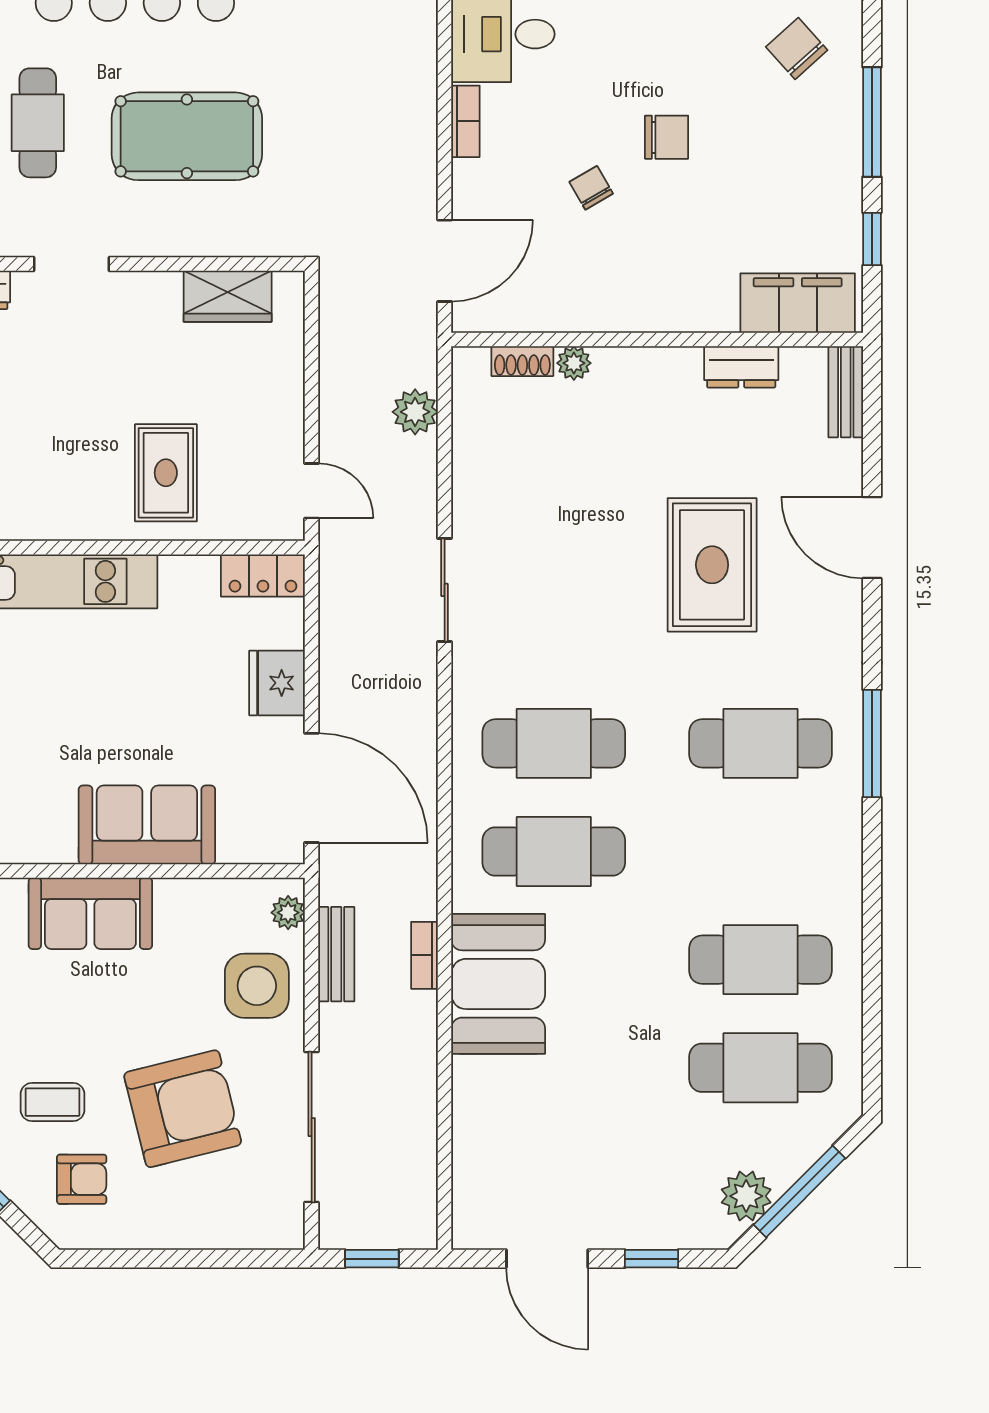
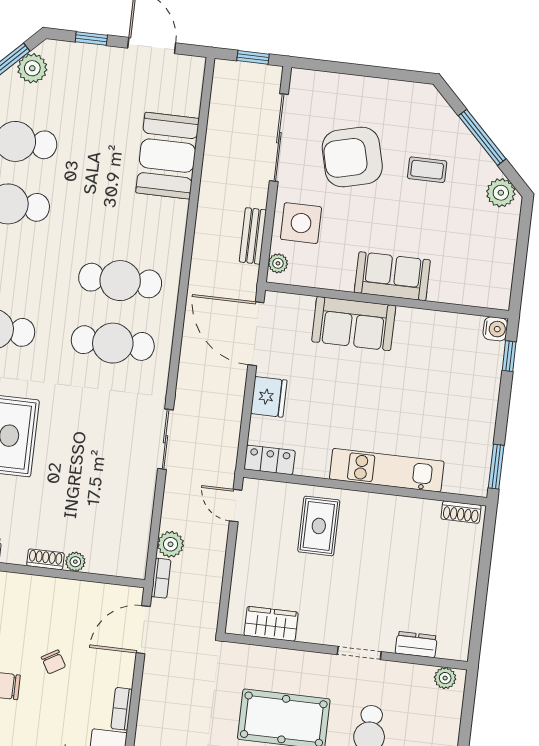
shoe rack: (522, 361) -> (45, 559), moved
bookcase: (424, 955) -> (161, 578), moved
booth: (498, 984) -> (167, 156), moved
armchair: (82, 1179) -> (415, 123), removed

